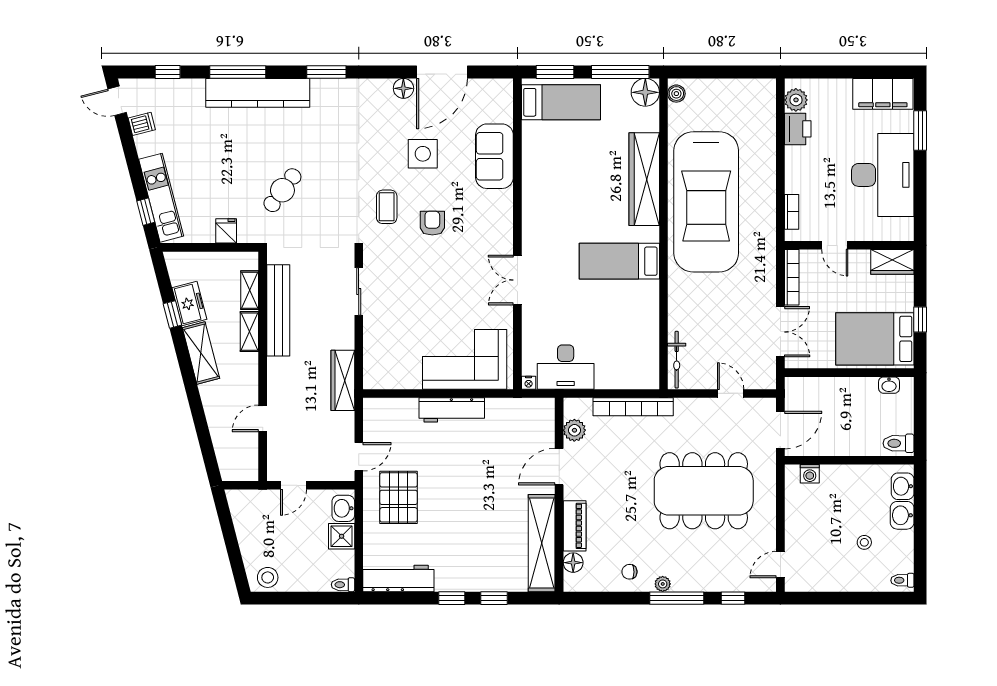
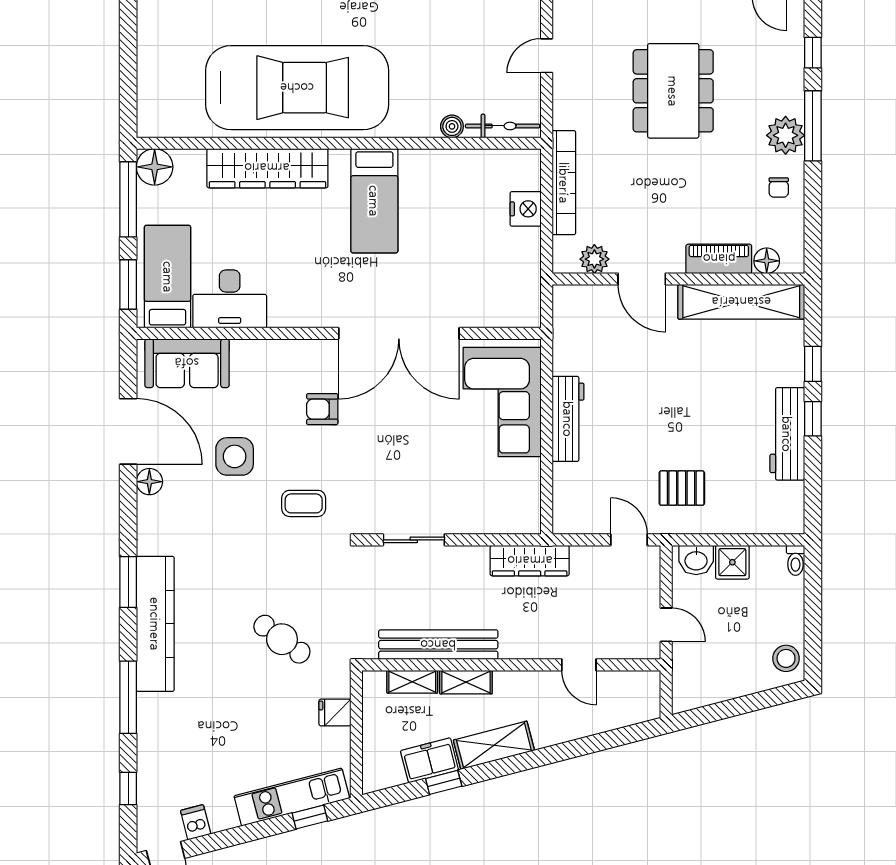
kitchen counter: (258, 93) -> (155, 624), moved
boiler: (676, 94) -> (452, 126), moved
sofa: (494, 156) -> (187, 363), moved
armchair: (432, 223) -> (322, 409), moved
double door: (517, 280) -> (399, 333), width x1.87
desk: (566, 367) -> (230, 299), moved, turned 90
nightstand: (529, 383) -> (526, 209), moved, width x1.89, depth x1.79
dining table: (704, 491) -> (673, 91), width x0.73, depth x0.80
pallet: (399, 497) -> (682, 488), width x0.67, depth x0.71
workbench: (398, 578) -> (787, 434), moved
plant: (663, 584) -> (786, 135), width x1.88, depth x1.88

